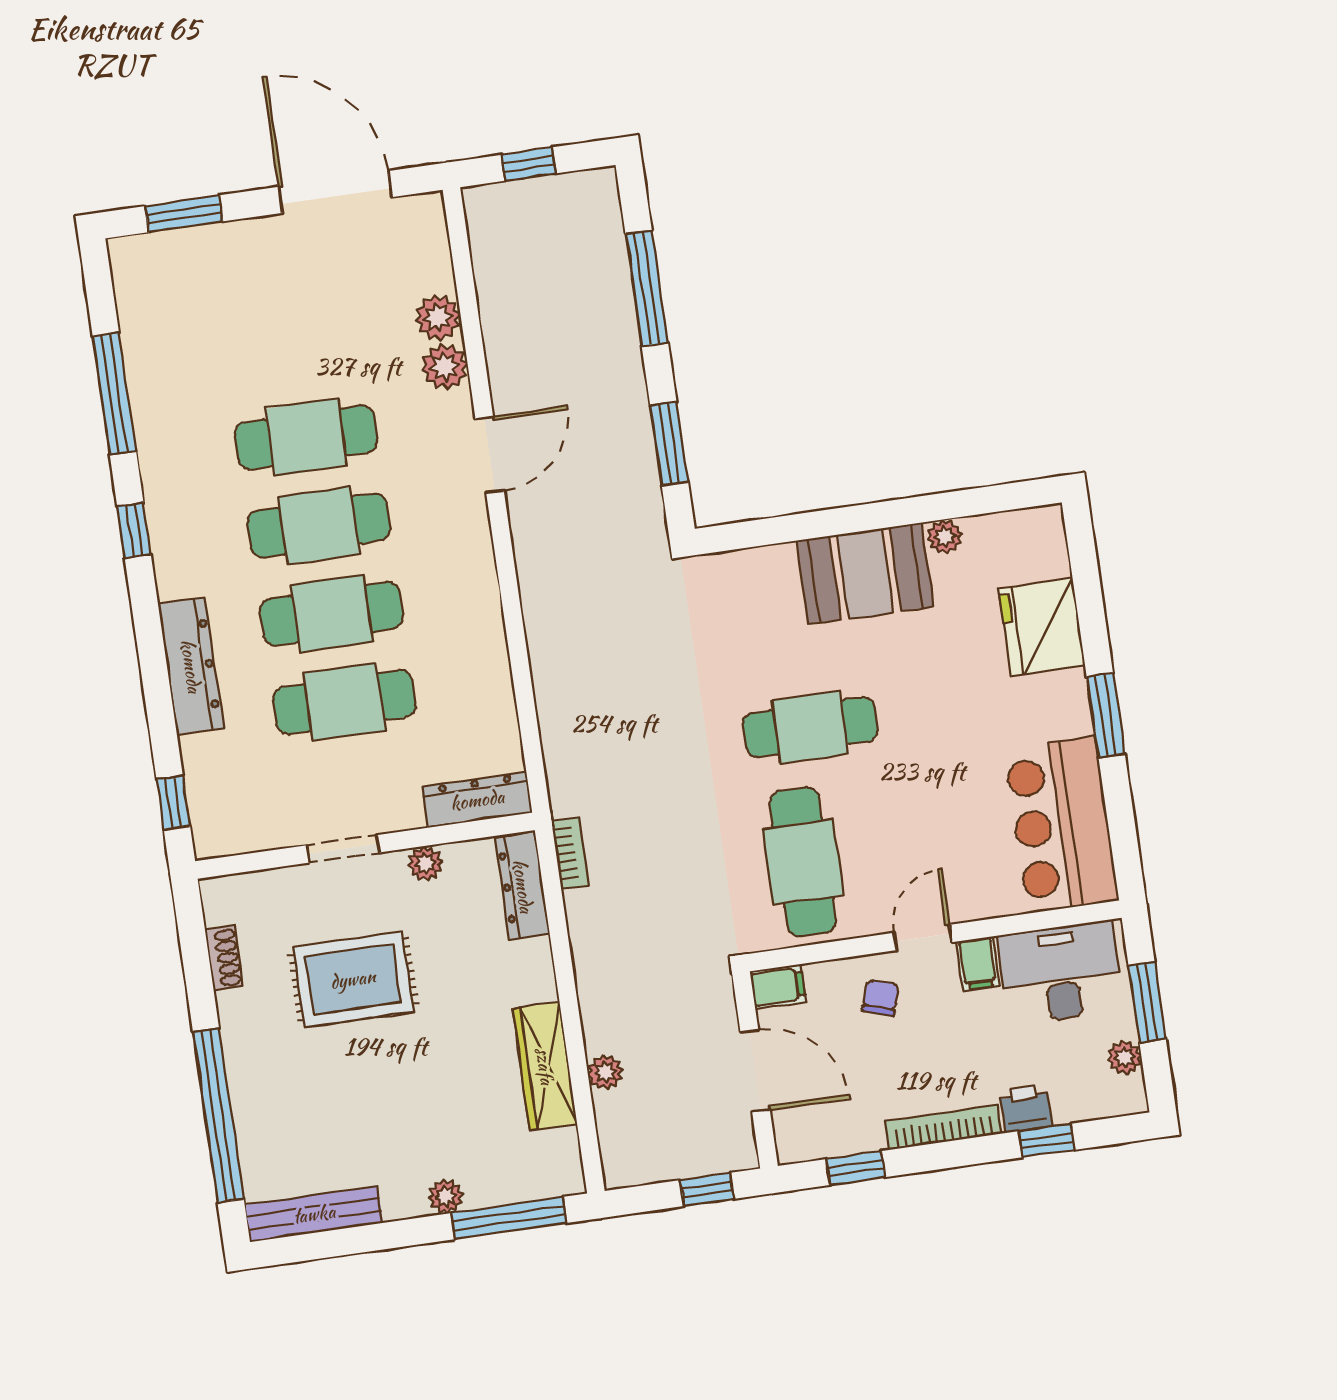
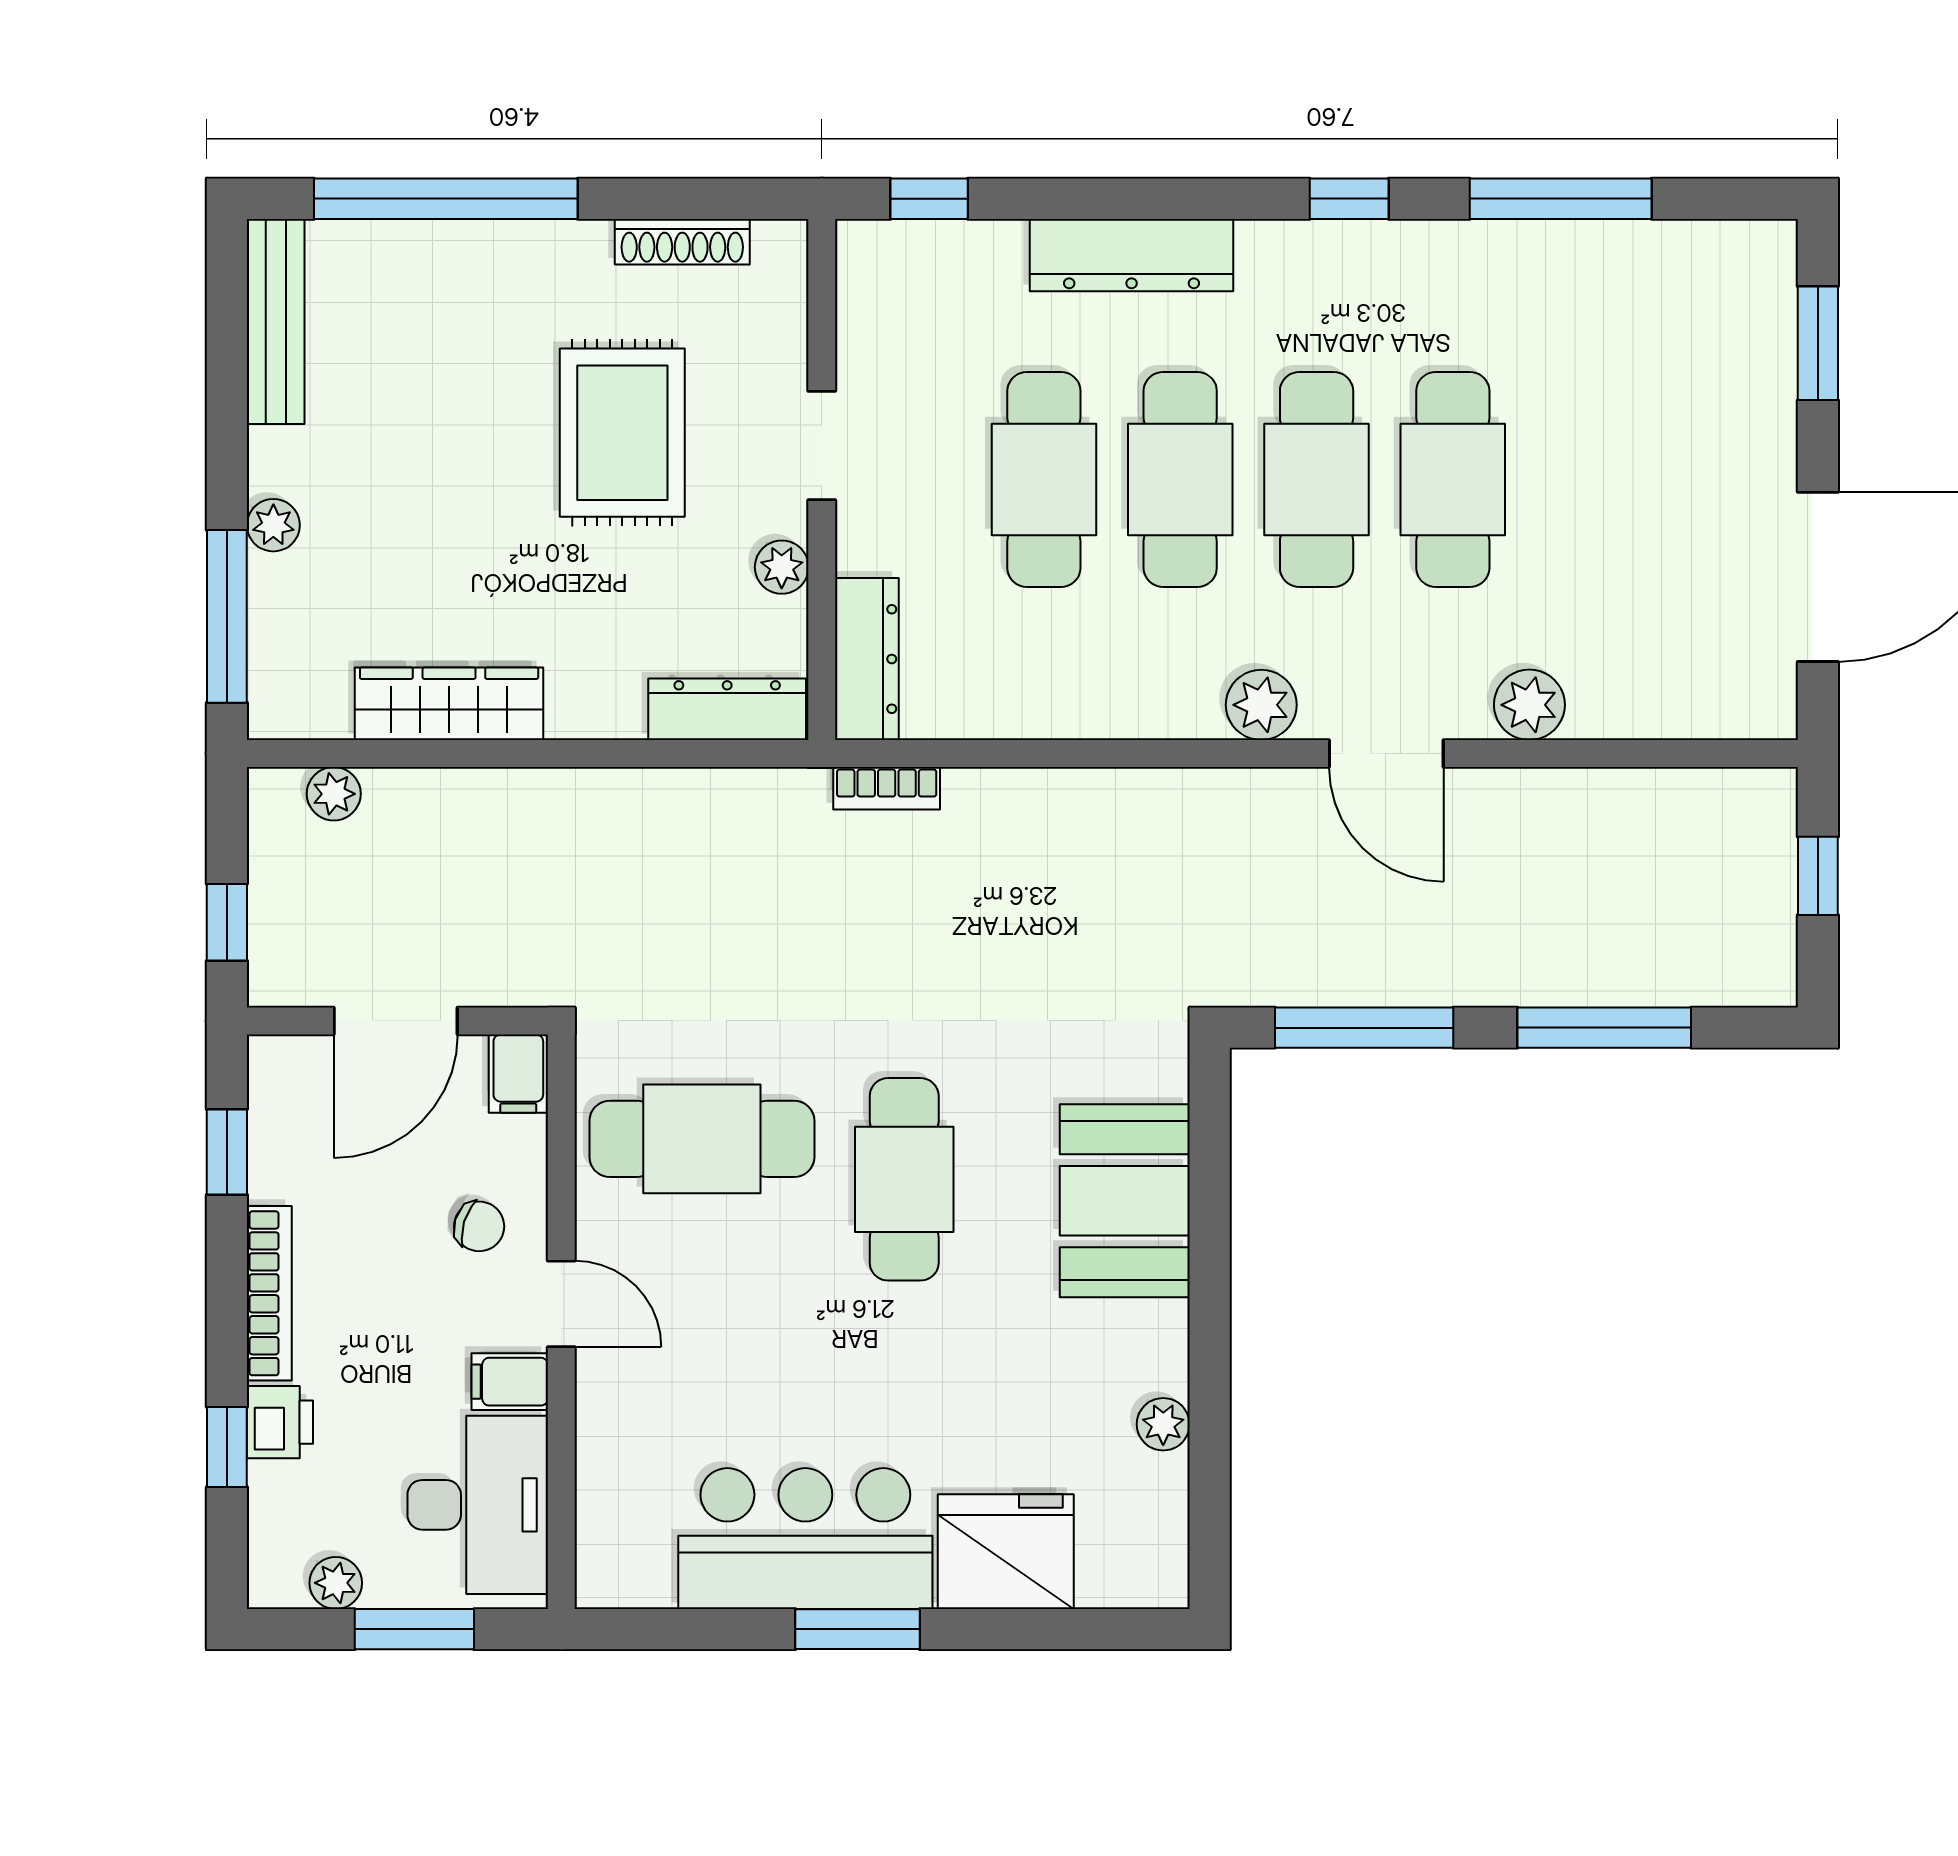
plant: (438, 318) -> (1261, 705), moved
window: (669, 444) -> (1364, 1028), width x1.44
booth: (865, 574) -> (1125, 1201), moved
bar counter: (1062, 825) -> (805, 1539), moved
bookcase: (570, 853) -> (887, 788), moved
shoe rack: (224, 958) -> (682, 242), width x1.43
plant: (605, 1072) -> (334, 794), moved

